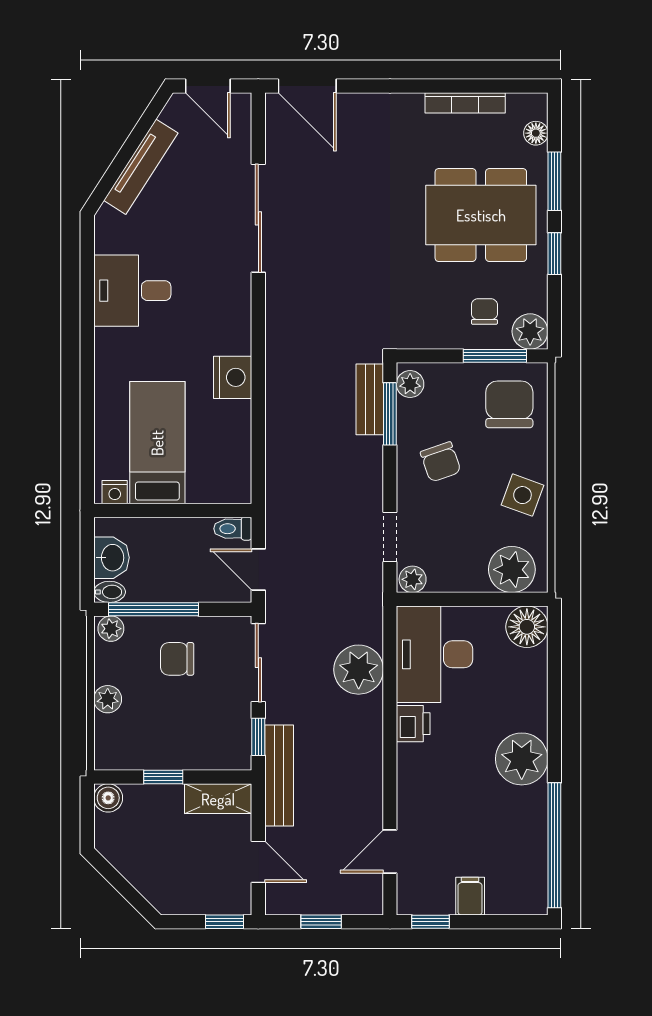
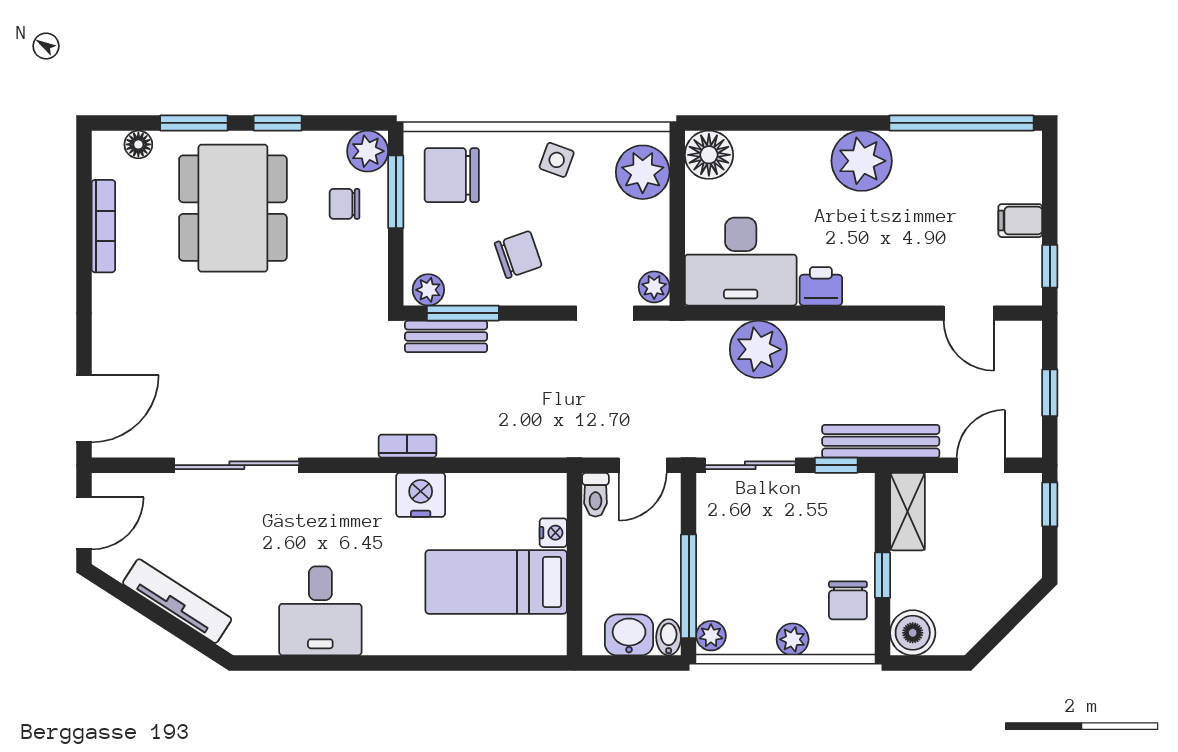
bookcase: (275, 366) -> (407, 446), added
nightstand: (115, 492) -> (553, 533), moved
side table: (522, 495) -> (557, 160), width x0.73, depth x0.73
chair: (177, 659) -> (848, 600), moved
boiler: (108, 798) -> (913, 633), width x1.36, depth x1.36

